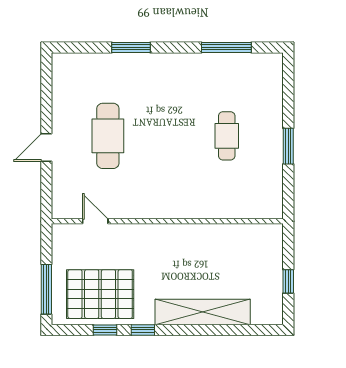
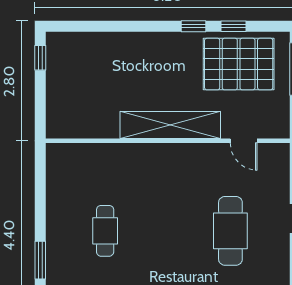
window: (288, 146) -> (40, 260), moved
window: (288, 281) -> (40, 58), moved
shelving: (203, 312) -> (170, 125), moved

